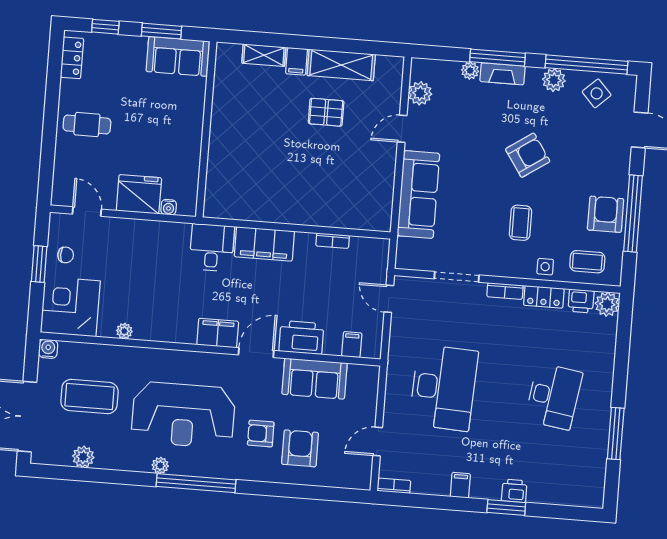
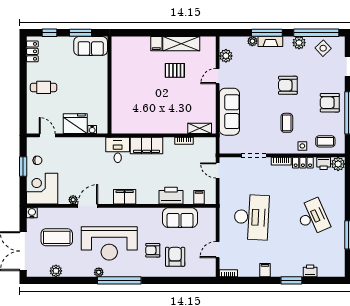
shelving: (264, 55) -> (200, 128), moved
armchair: (528, 155) -> (288, 85), turned -146
armchair: (606, 214) -> (330, 103), moved, turned -90
door: (256, 353) -> (88, 206), moved
desk: (554, 396) -> (313, 217), turned -33
printer: (514, 491) -> (310, 271), moved

